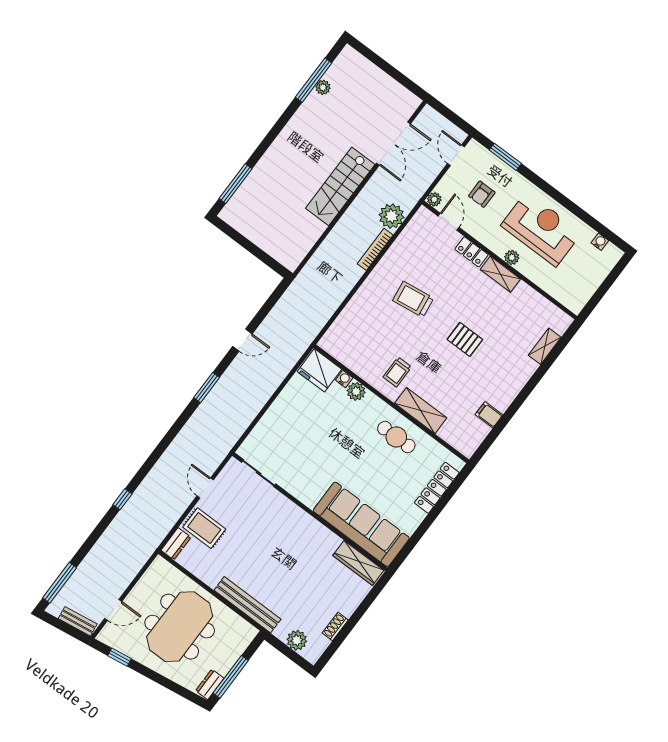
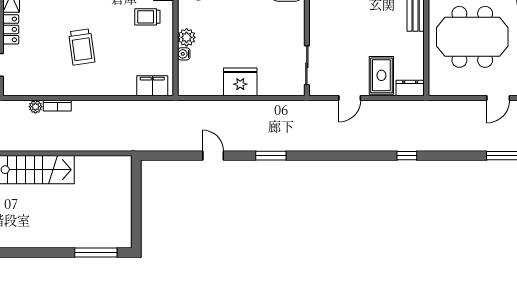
plant: (392, 216) -> (35, 107), width x0.53, depth x0.53
bookcase: (375, 249) -> (57, 106), width x0.64
filing cabinet: (338, 333) -> (152, 86), added
fridge: (319, 370) -> (240, 82), moved, turned -90
trolley: (397, 372) -> (147, 17), turned 180
door: (113, 610) -> (498, 98), swing flipped

